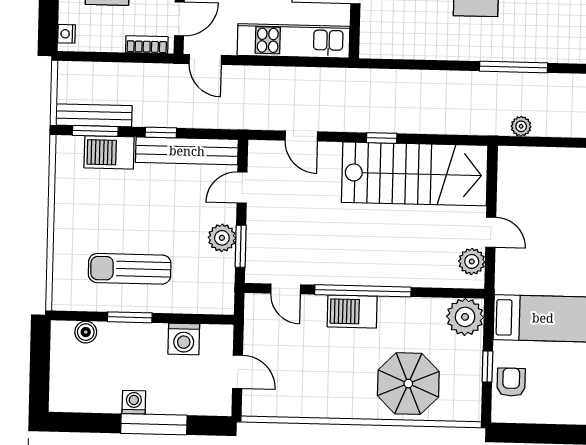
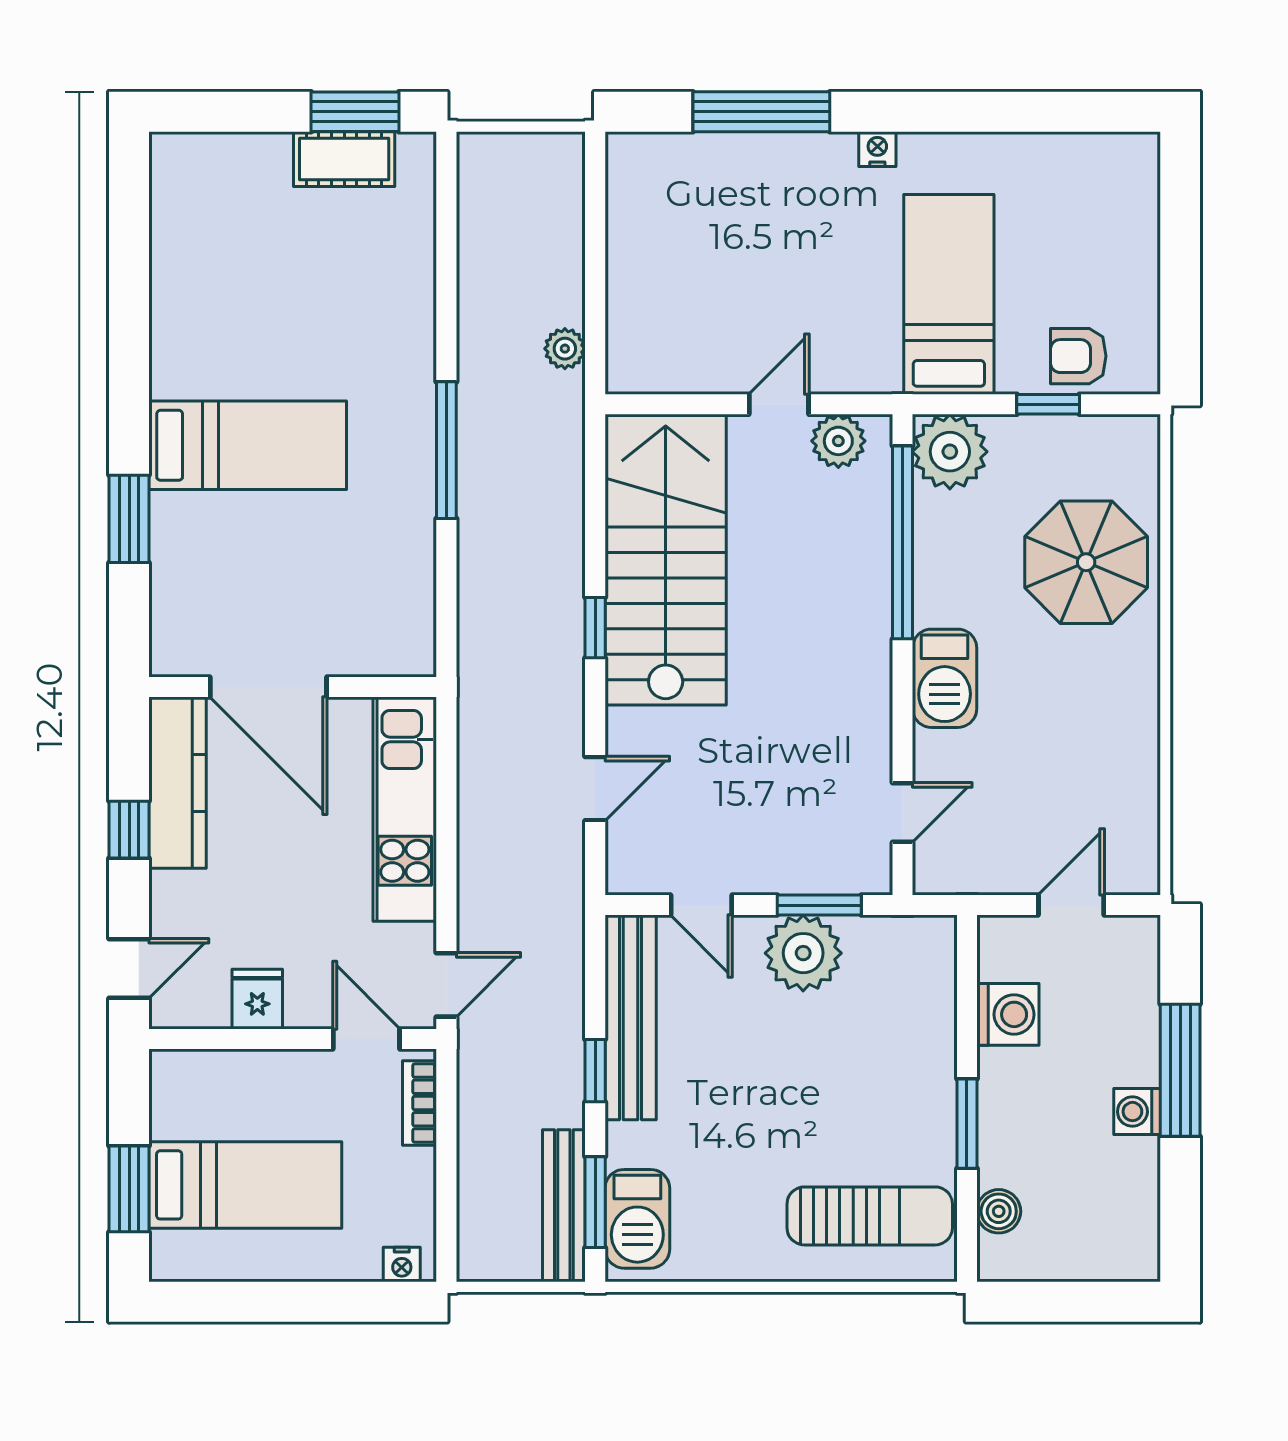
window: (513, 67) -> (446, 450), moved
barbecue: (109, 152) -> (637, 1219), moved
plant: (222, 238) -> (803, 953), width x1.36, depth x1.36
sun lounger: (130, 269) -> (870, 1216), moved, turned -90
window: (363, 291) -> (902, 542), moved

